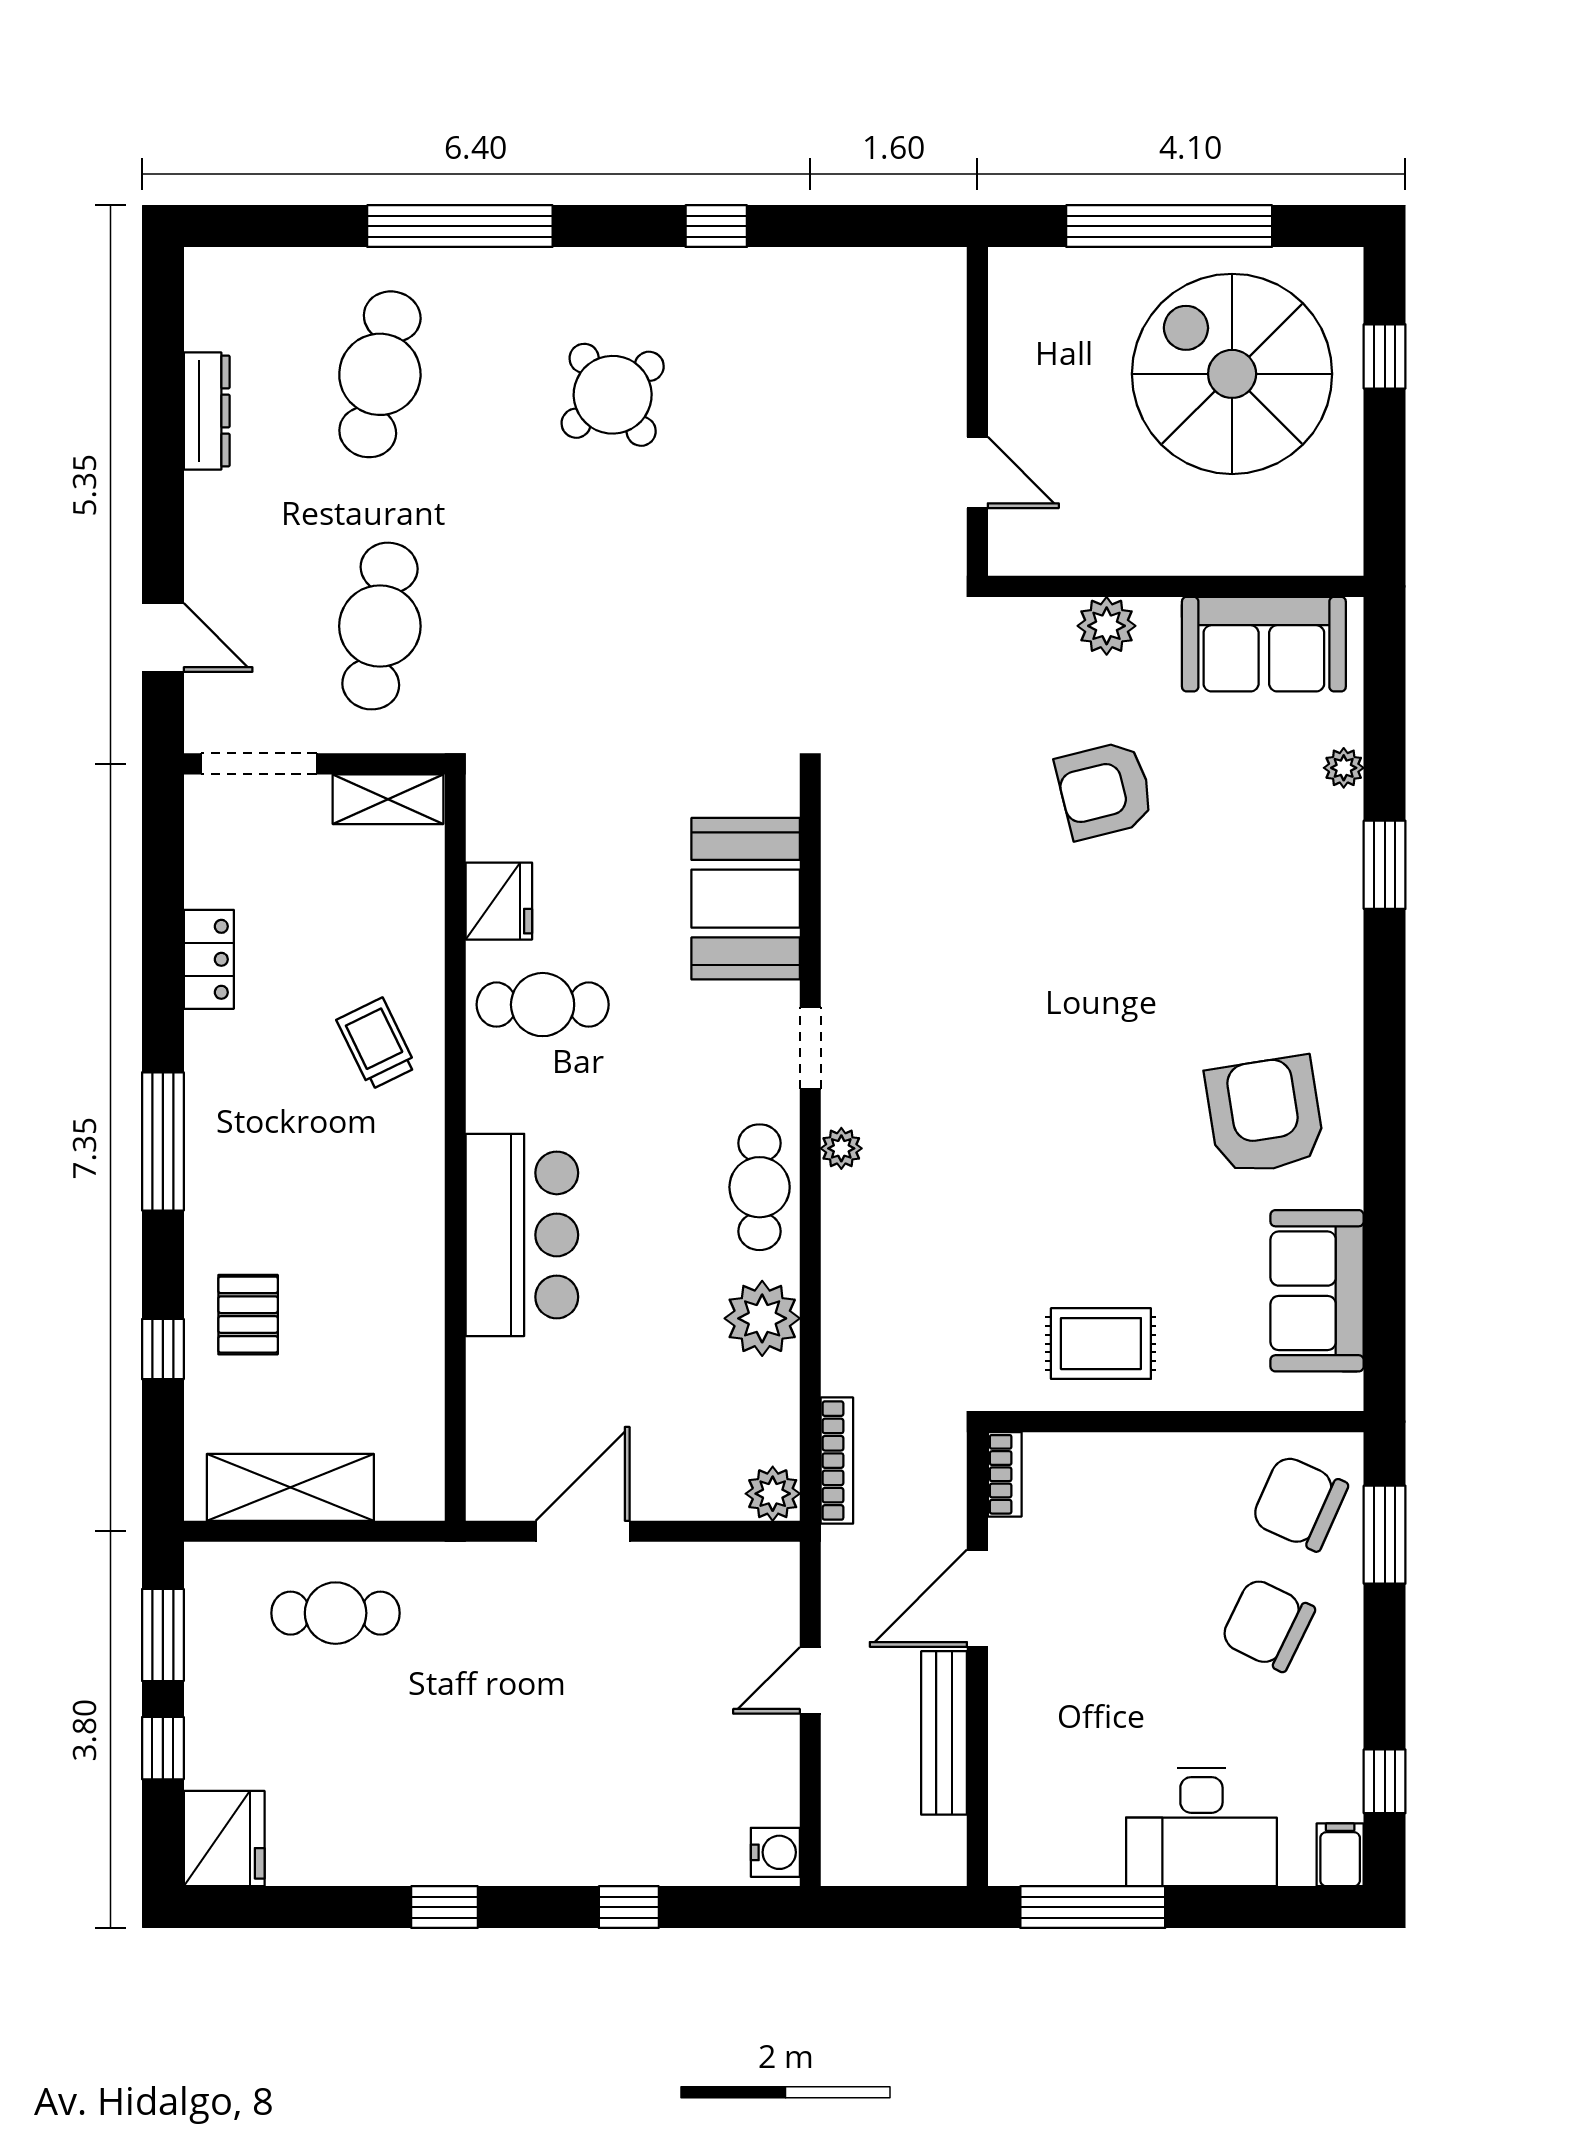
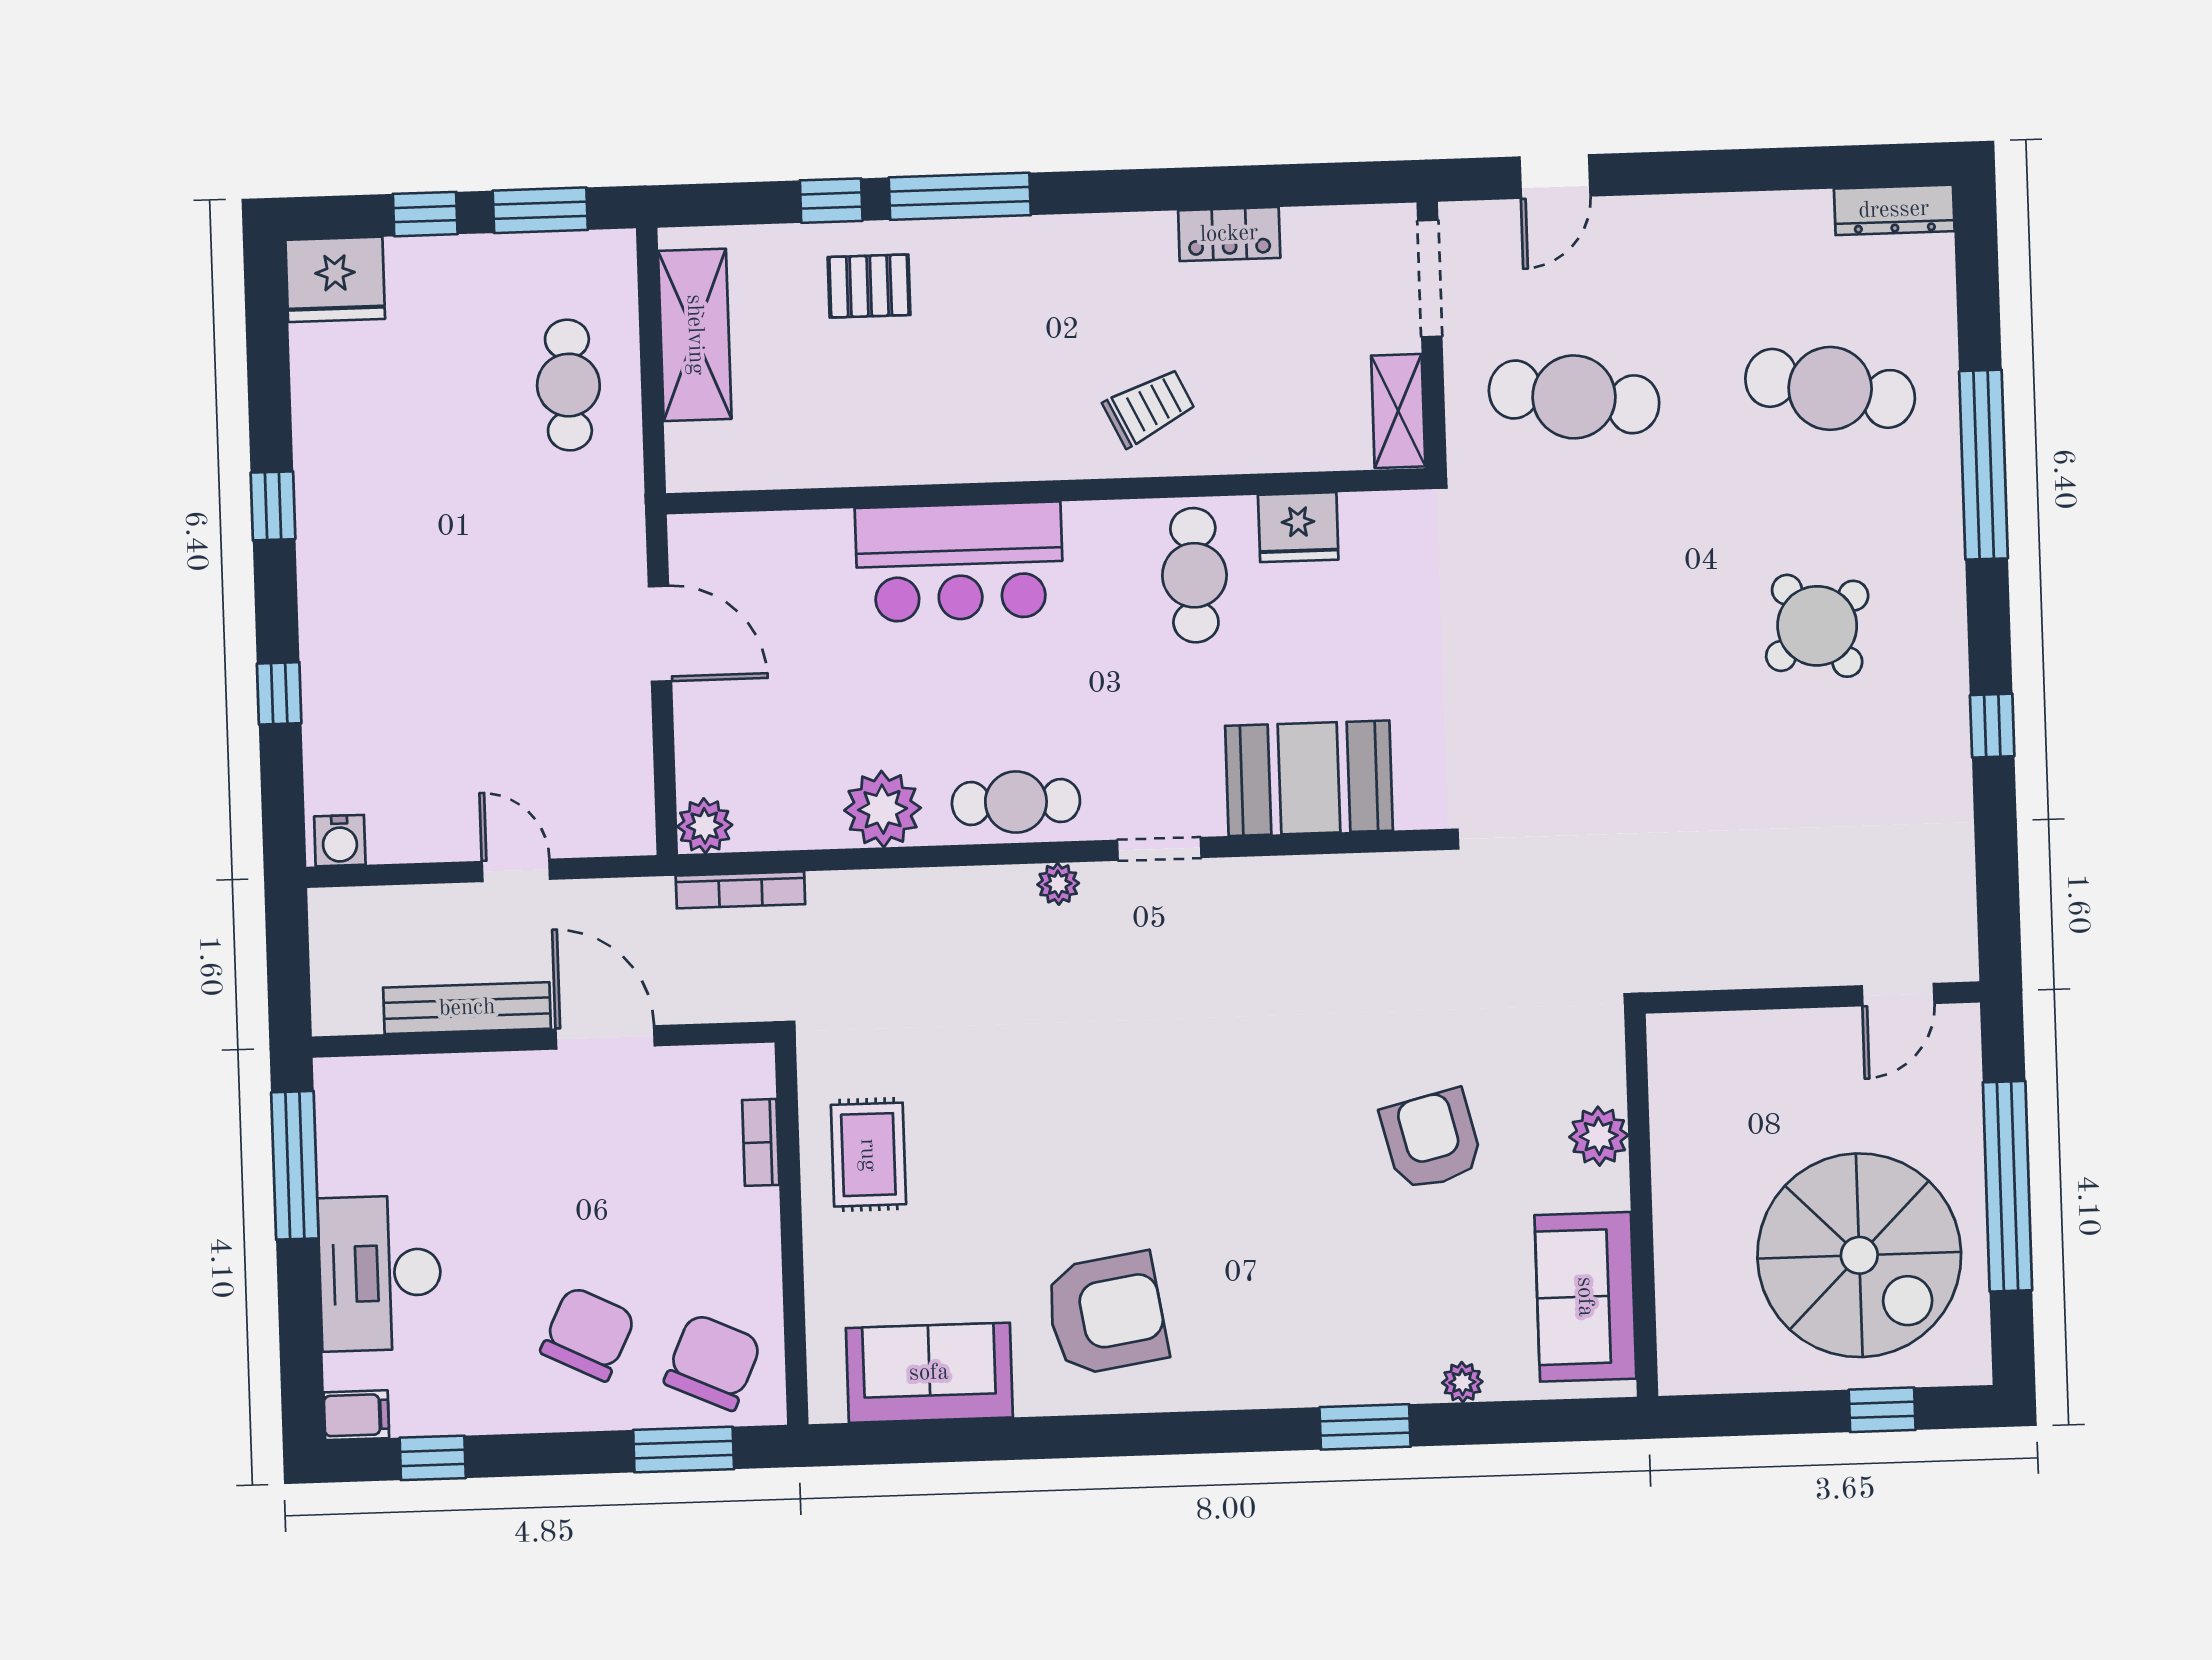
spiral stairs: (1232, 374) -> (1859, 1255), turned 90
dresser: (207, 411) -> (1894, 210), moved
door: (977, 472) -> (1898, 995), moved
window: (163, 1141) -> (960, 196), moved
bookcase: (1005, 1474) -> (761, 1142), moved, turned 90

